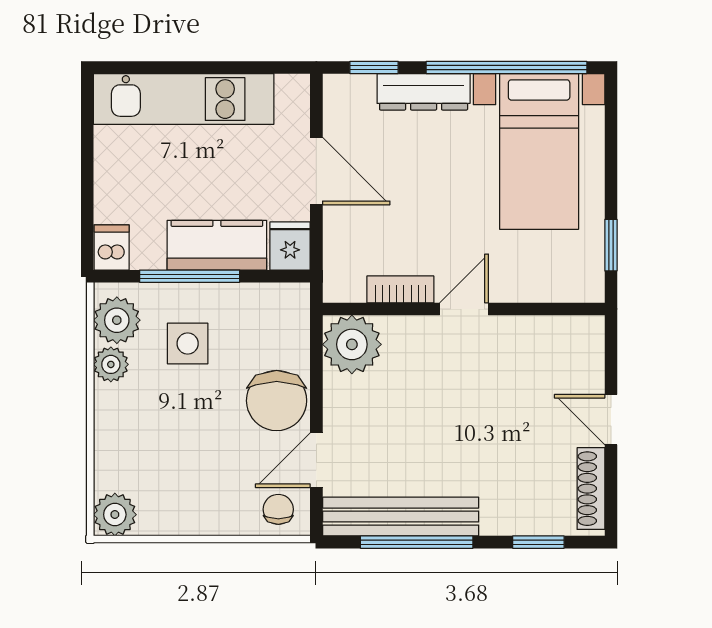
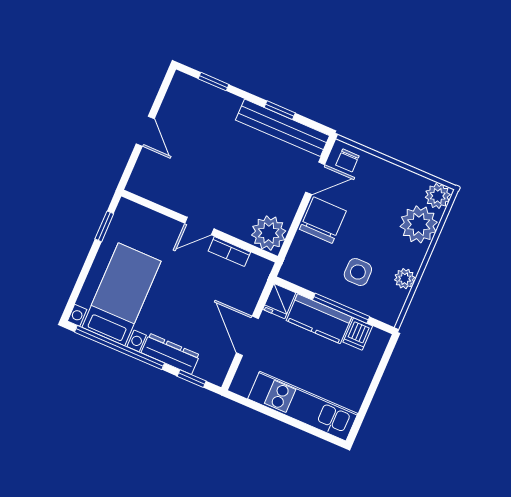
dishwasher: (112, 247) -> (358, 334), moved
plant: (117, 320) -> (419, 224), moved, width x1.36, depth x1.36
shoe rack: (591, 489) -> (172, 98), removed
window: (417, 542) -> (280, 110), width x0.46

